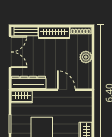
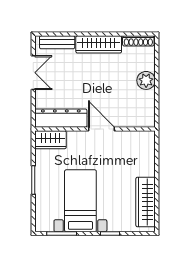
double door: (10, 52) -> (33, 73), width x0.73
door: (66, 90) -> (102, 129), moved

